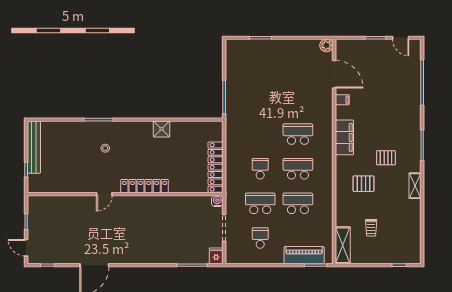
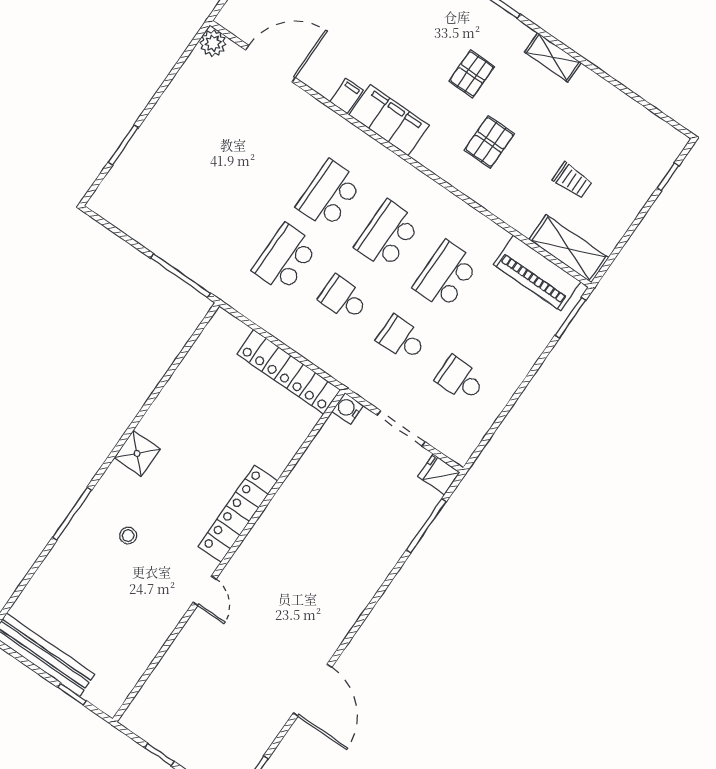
filing cabinet: (342, 100) -> (346, 96), moved
shower: (162, 129) -> (137, 453), moved
school desk: (260, 134) -> (285, 258), added
school desk: (260, 203) -> (402, 339), width x0.54
piano: (304, 255) -> (537, 273), moved, turned -90

